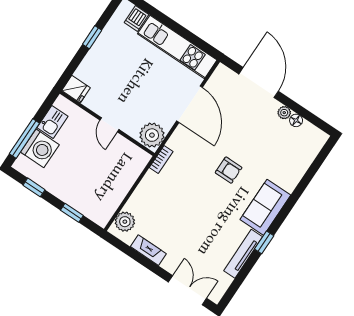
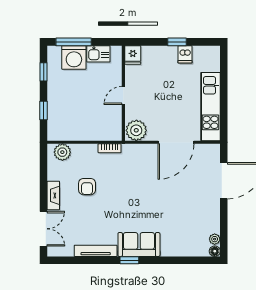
dishwasher: (137, 18) -> (185, 54), moved, turned -90
plant: (284, 113) -> (215, 239), moved
floor lamp: (296, 120) -> (215, 251), moved
bookcase: (161, 159) -> (110, 148), moved
armchair: (229, 170) -> (87, 187), moved
window: (264, 242) -> (129, 260), moved
fireplace: (148, 250) -> (53, 195), moved

